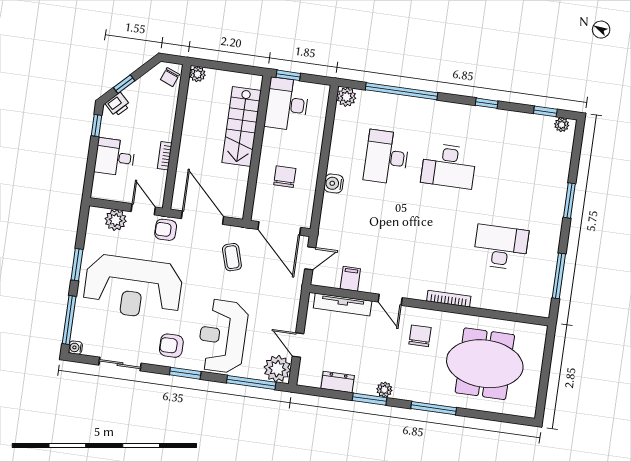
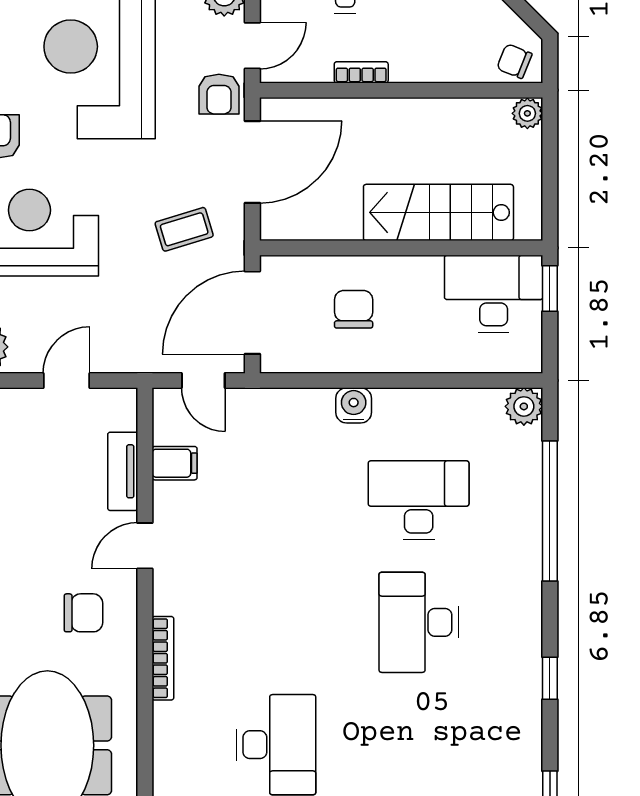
chair: (285, 177) -> (354, 309), turned -90
armchair: (166, 230) -> (219, 94), turned 180
tv unit: (343, 305) -> (123, 471), width x0.71
door: (298, 345) -> (66, 380), moved

